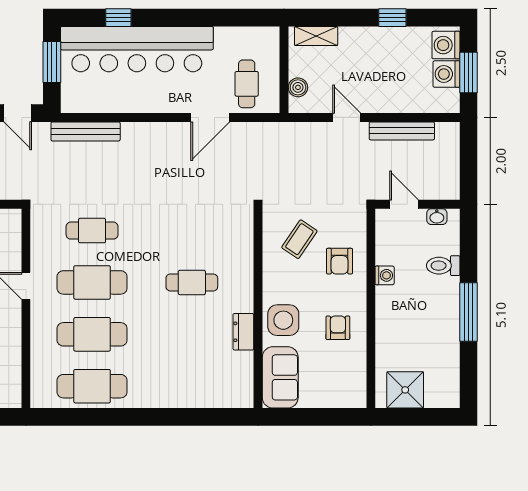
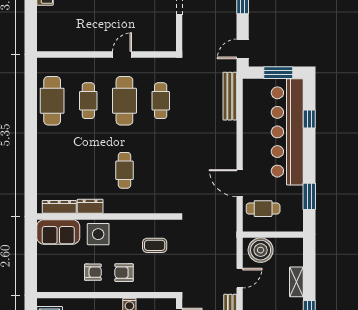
window: (229, 18) -> (309, 196), added
shelving: (316, 36) -> (296, 282), moved
boiler: (298, 87) -> (261, 250), width x1.86, depth x1.86
coffee table: (299, 239) -> (155, 245), turned -34
armchair: (340, 261) -> (124, 273), moved
cafe table: (92, 334) -> (88, 101), width x0.73, depth x0.74
dresser: (244, 376) -> (59, 207), added

